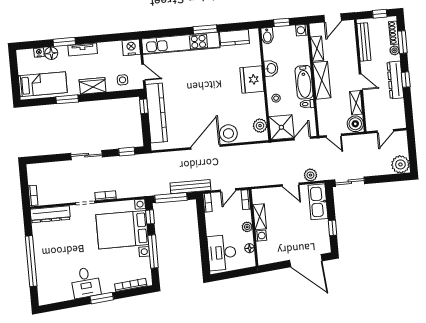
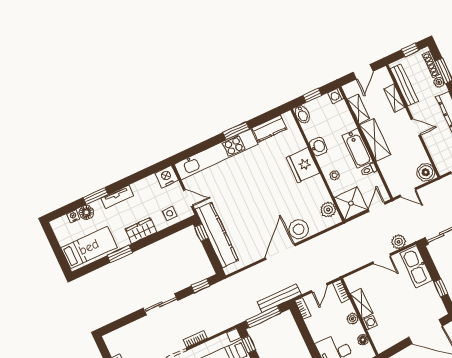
shelving: (356, 103) -> (394, 98), moved

